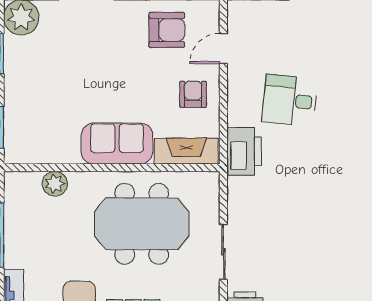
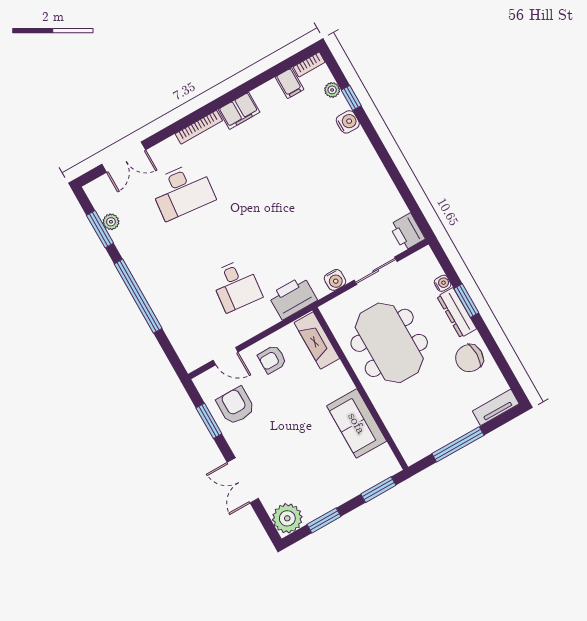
sofa: (117, 144) -> (357, 423), moved
plant: (55, 184) -> (396, 424), removed
water cooler: (238, 205) -> (335, 280), added

